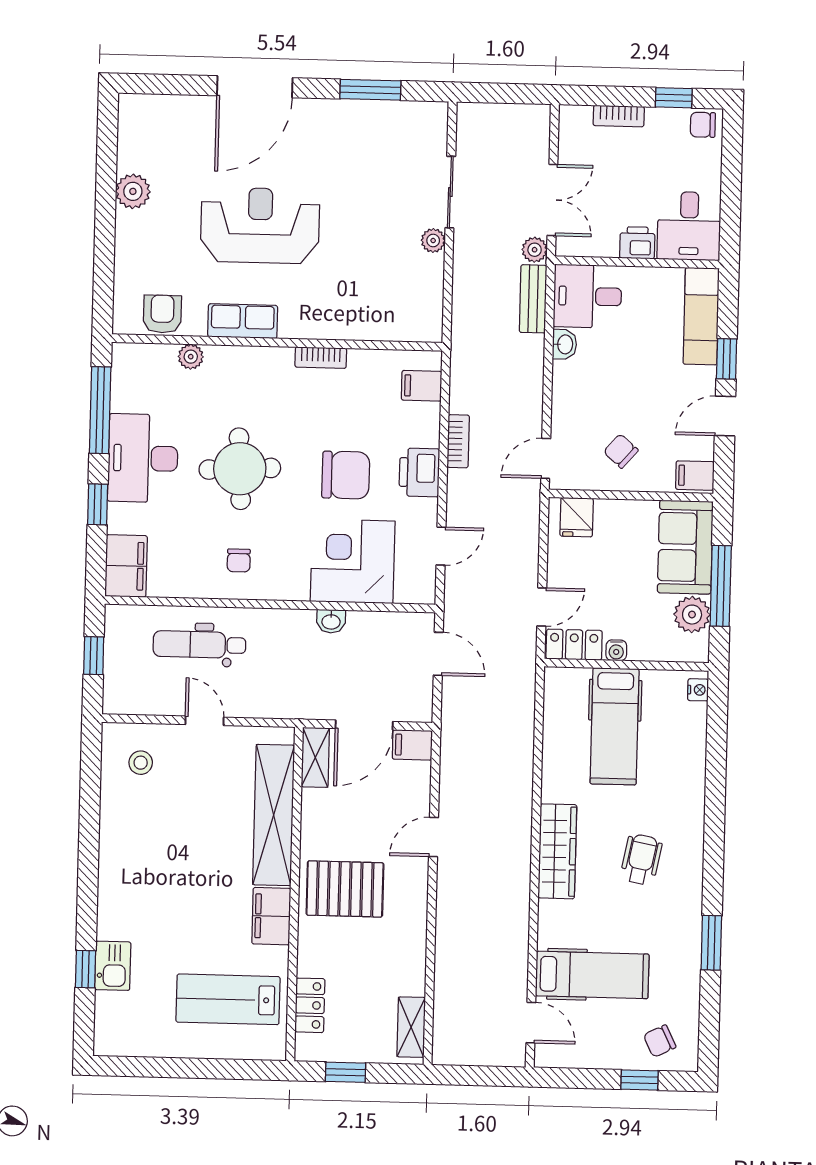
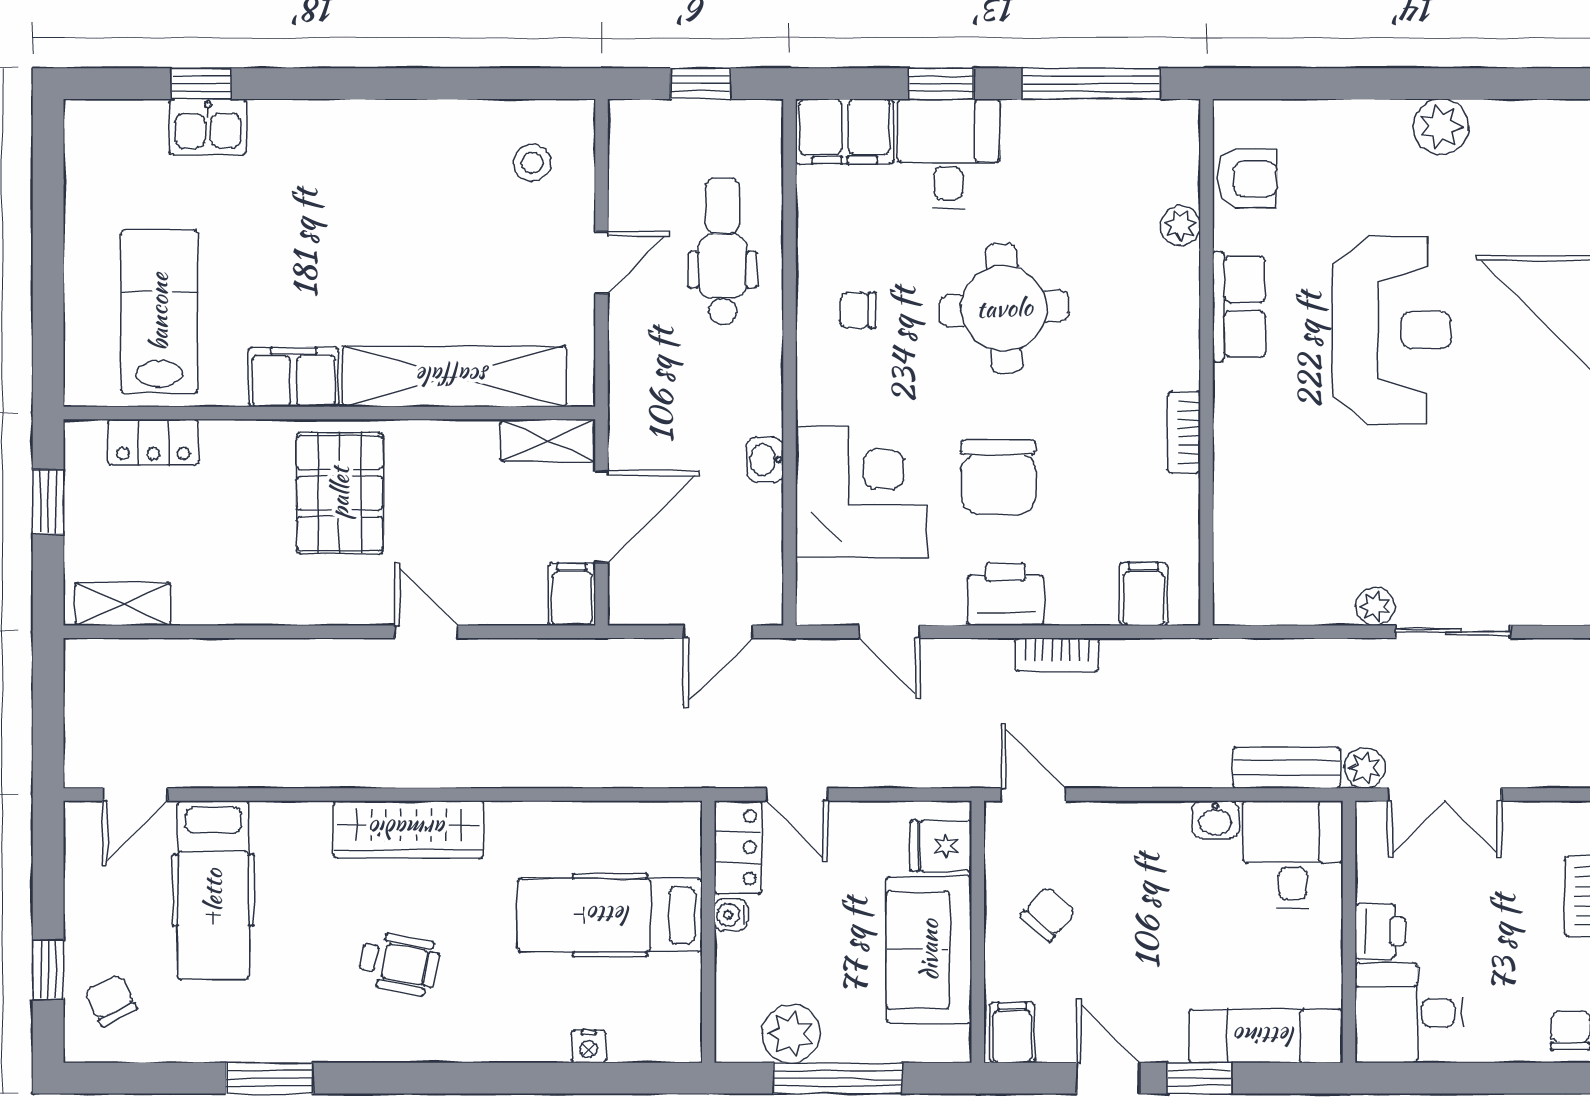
desk: (143, 458) -> (948, 154), moved, width x0.73
sofa: (685, 547) -> (929, 950), moved, turned -90
nightstand: (698, 690) -> (589, 1047), moved
door: (364, 725) -> (601, 517), swing flipped

